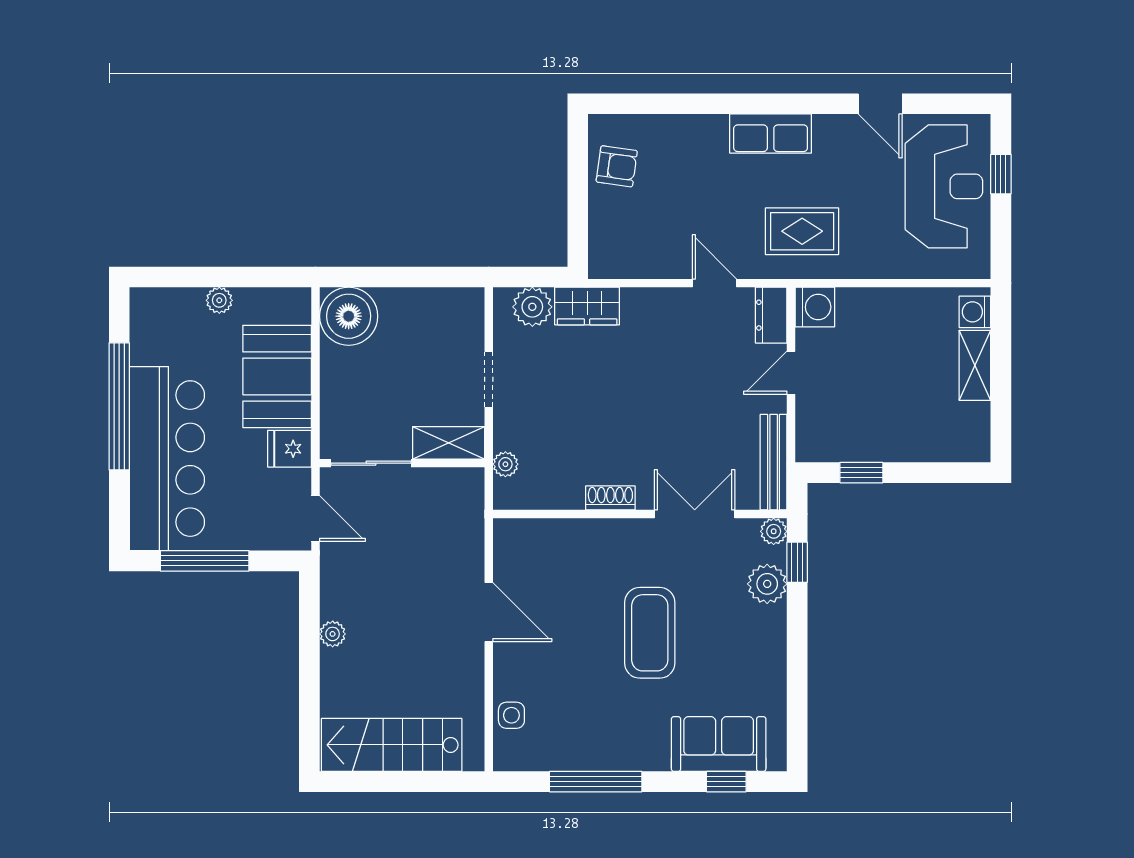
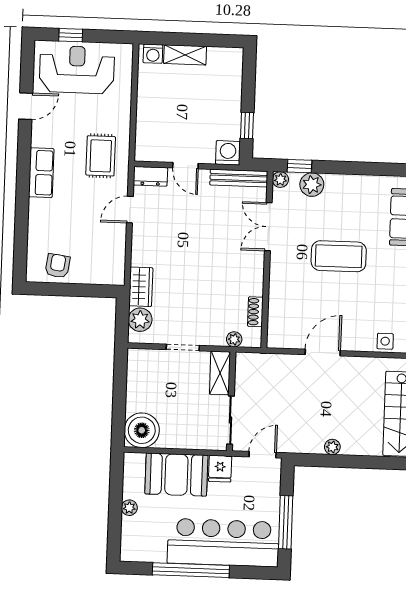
washing machine: (815, 307) -> (228, 153), moved
shoe rack: (610, 498) -> (255, 312), moved

